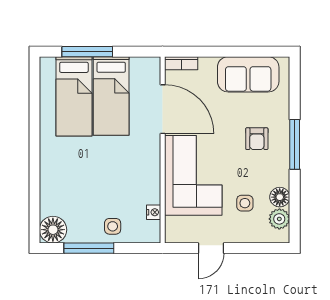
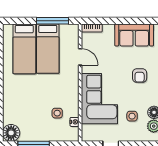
window: (87, 52) -> (52, 21), moved
door: (163, 109) -> (80, 57), width x0.53
side table: (113, 226) -> (57, 113), moved

